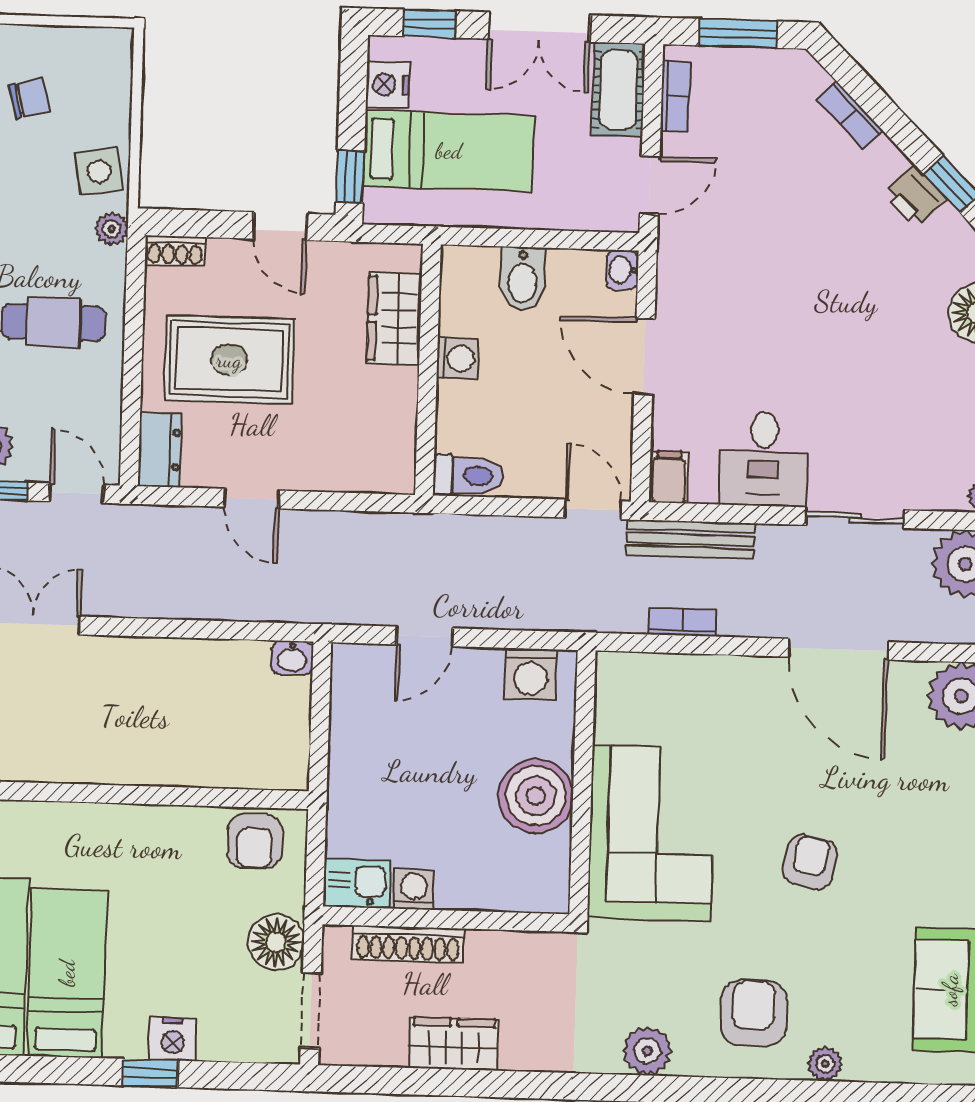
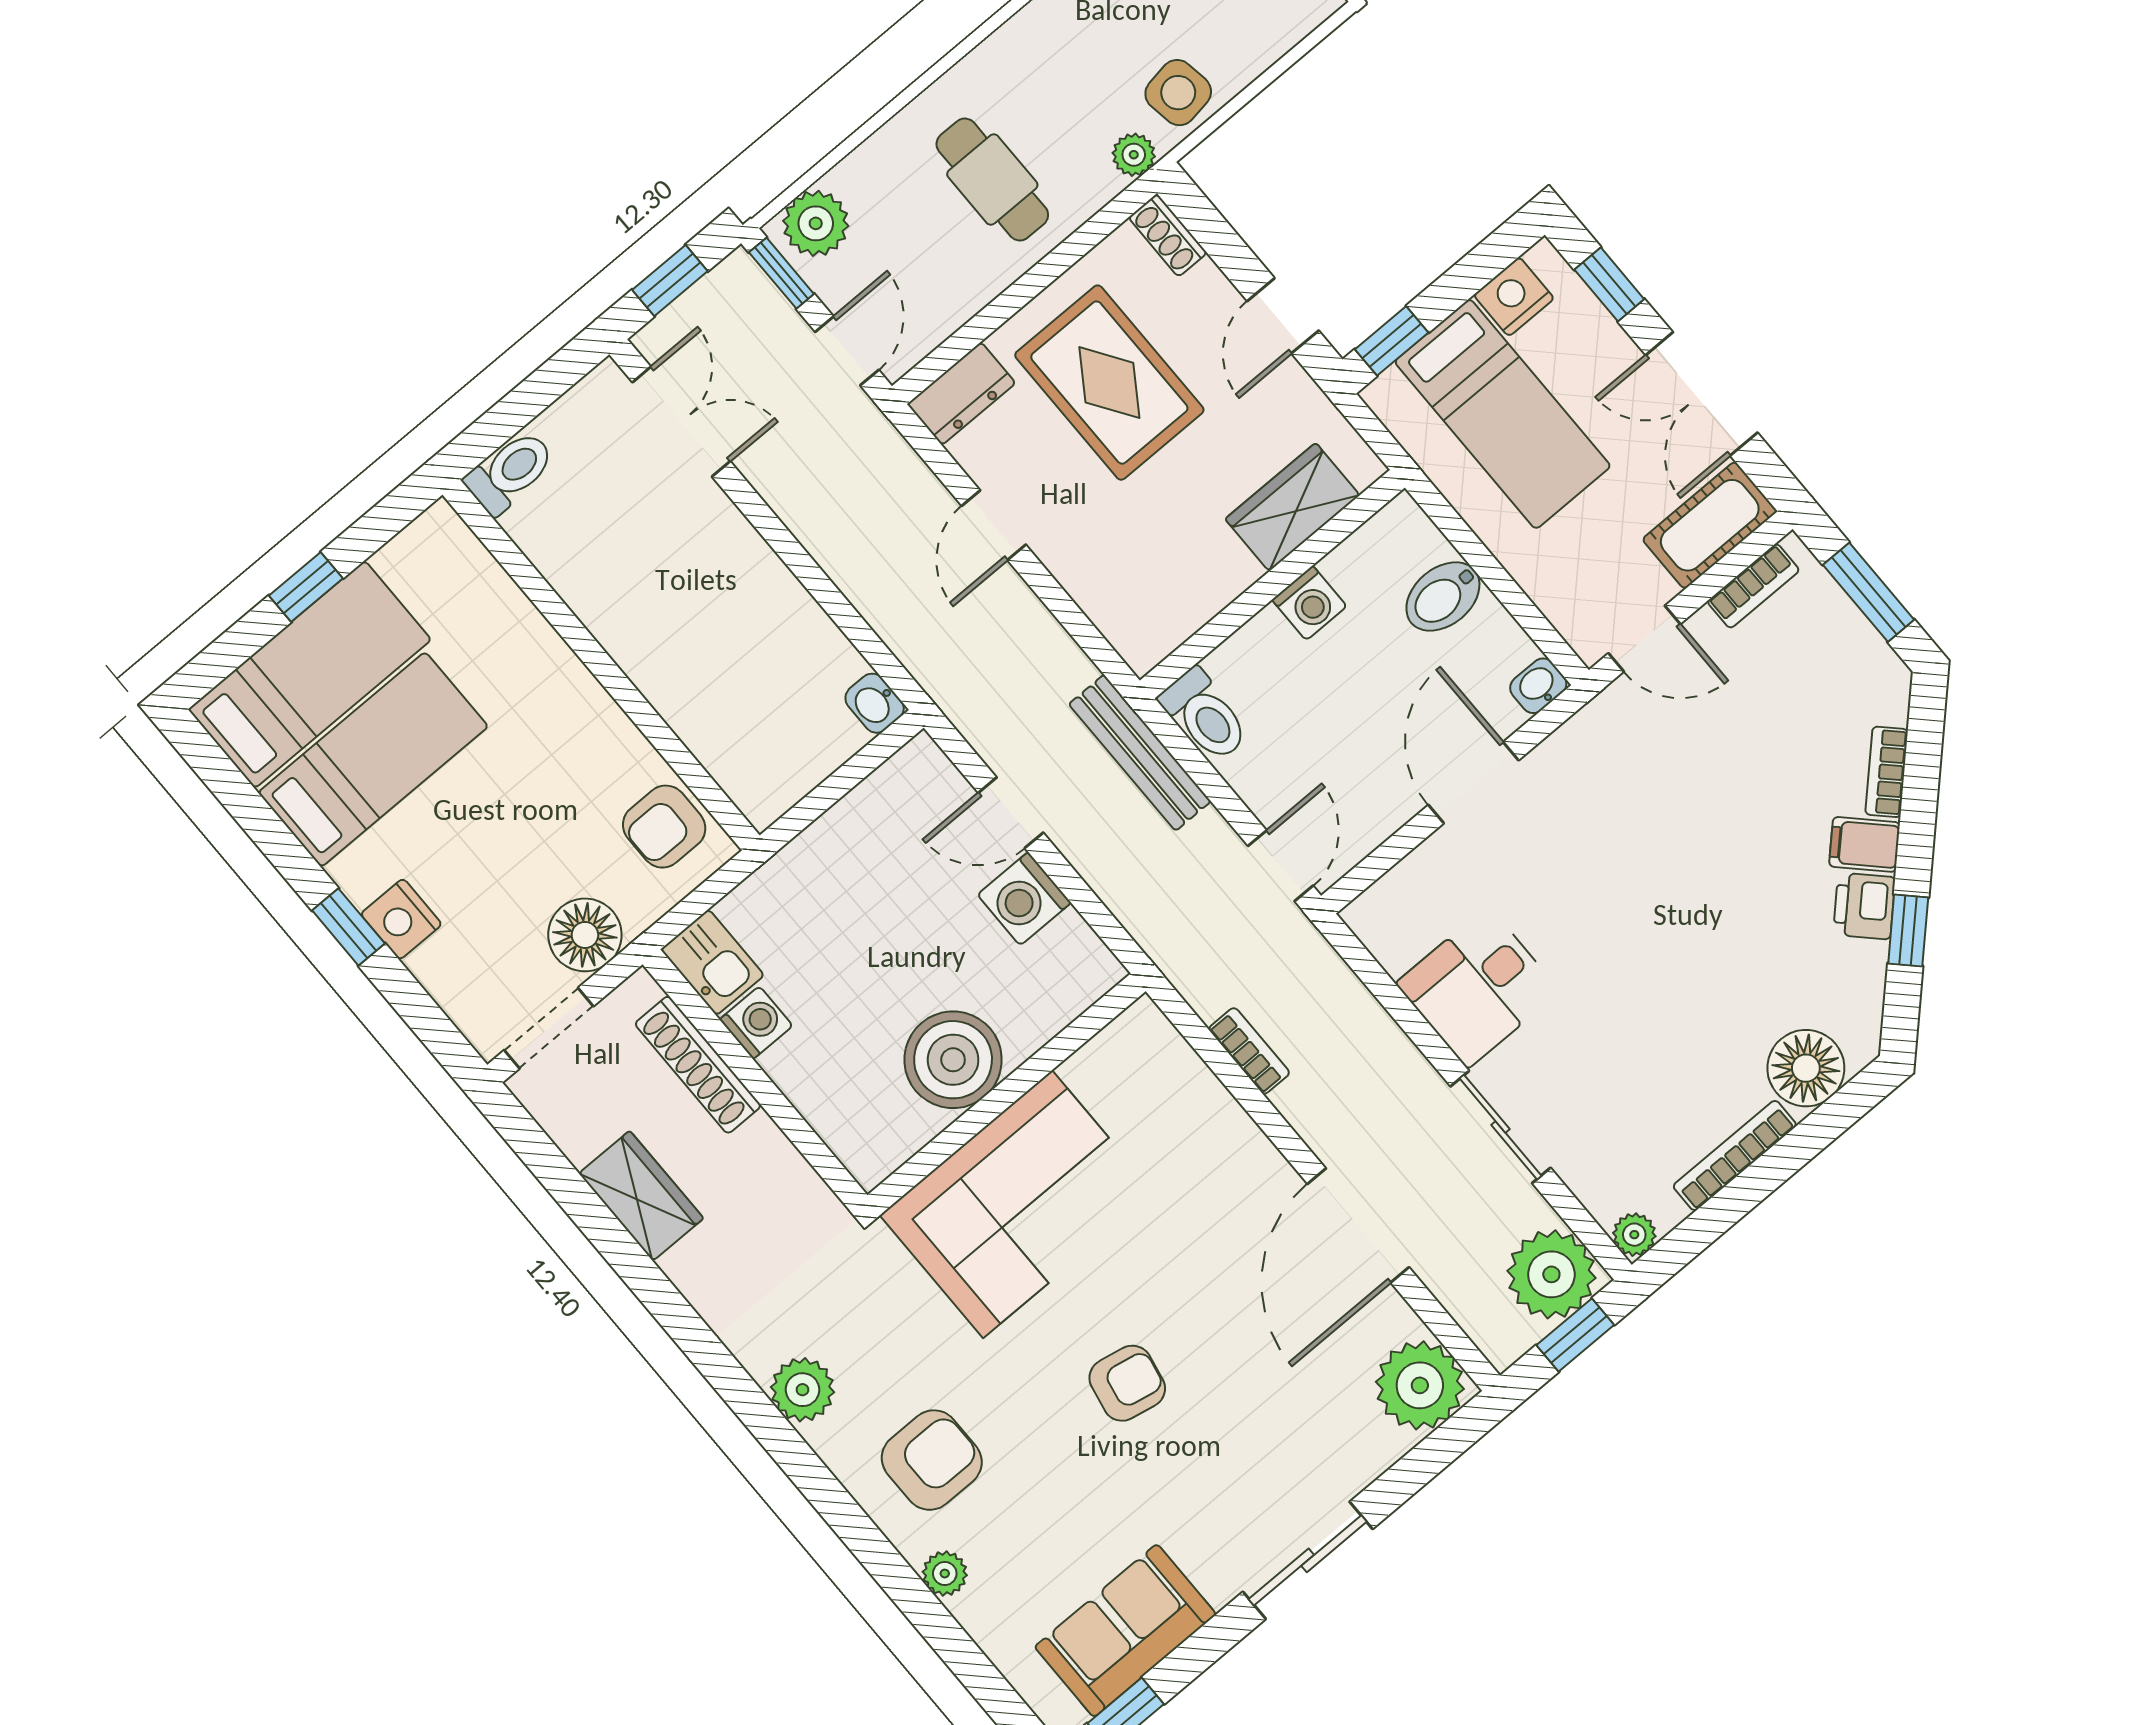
filing cabinet: (669, 477) -> (1865, 844), moved, turned -135
bench: (691, 539) -> (1140, 753), moved
washing machine: (531, 674) -> (1024, 899), moved

